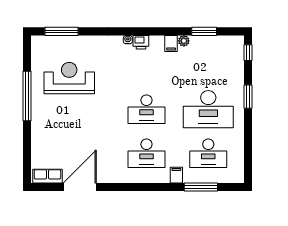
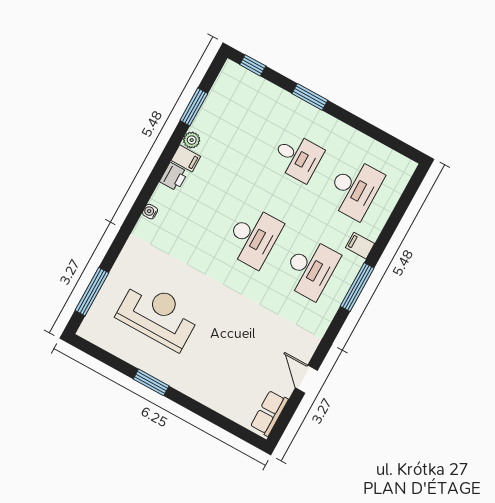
printer: (141, 42) -> (174, 177), moved
reception desk: (69, 78) -> (158, 315), turned 90
window: (27, 96) -> (151, 382), width x0.47
desk: (208, 109) -> (298, 157), width x0.53, depth x0.77
door: (80, 187) -> (306, 379), width x0.53
window: (201, 187) -> (357, 287), moved

